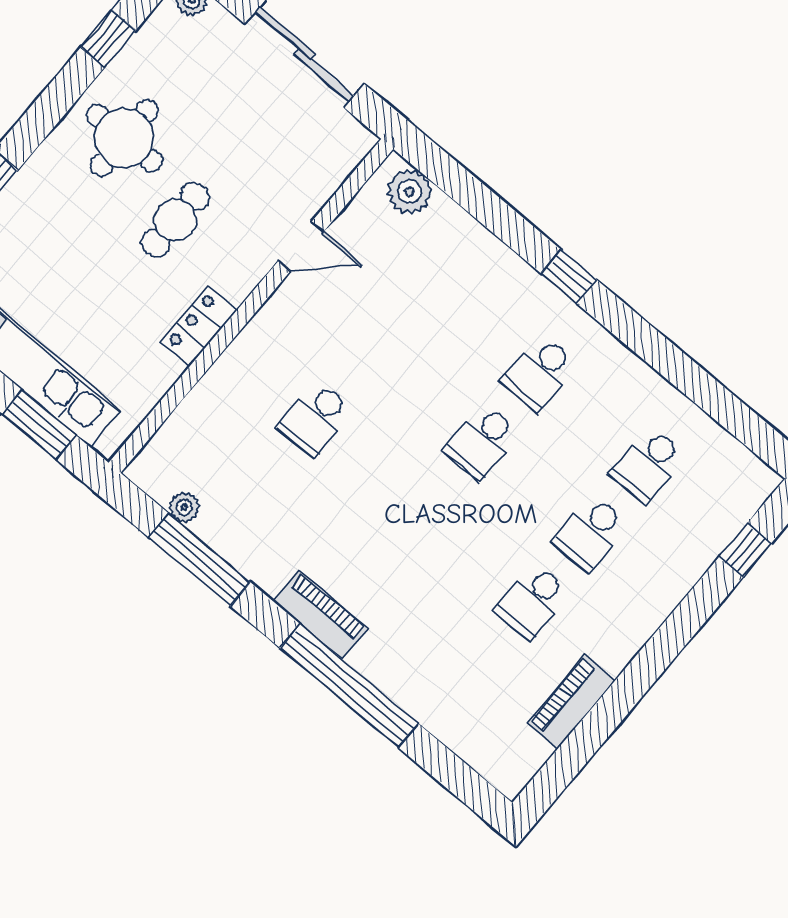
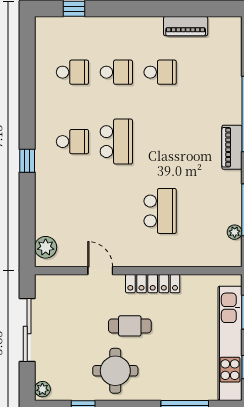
locker: (199, 326) -> (153, 284), width x1.53
school desk: (315, 419) -> (160, 211), width x1.85
school desk: (482, 442) -> (116, 142), width x1.85

